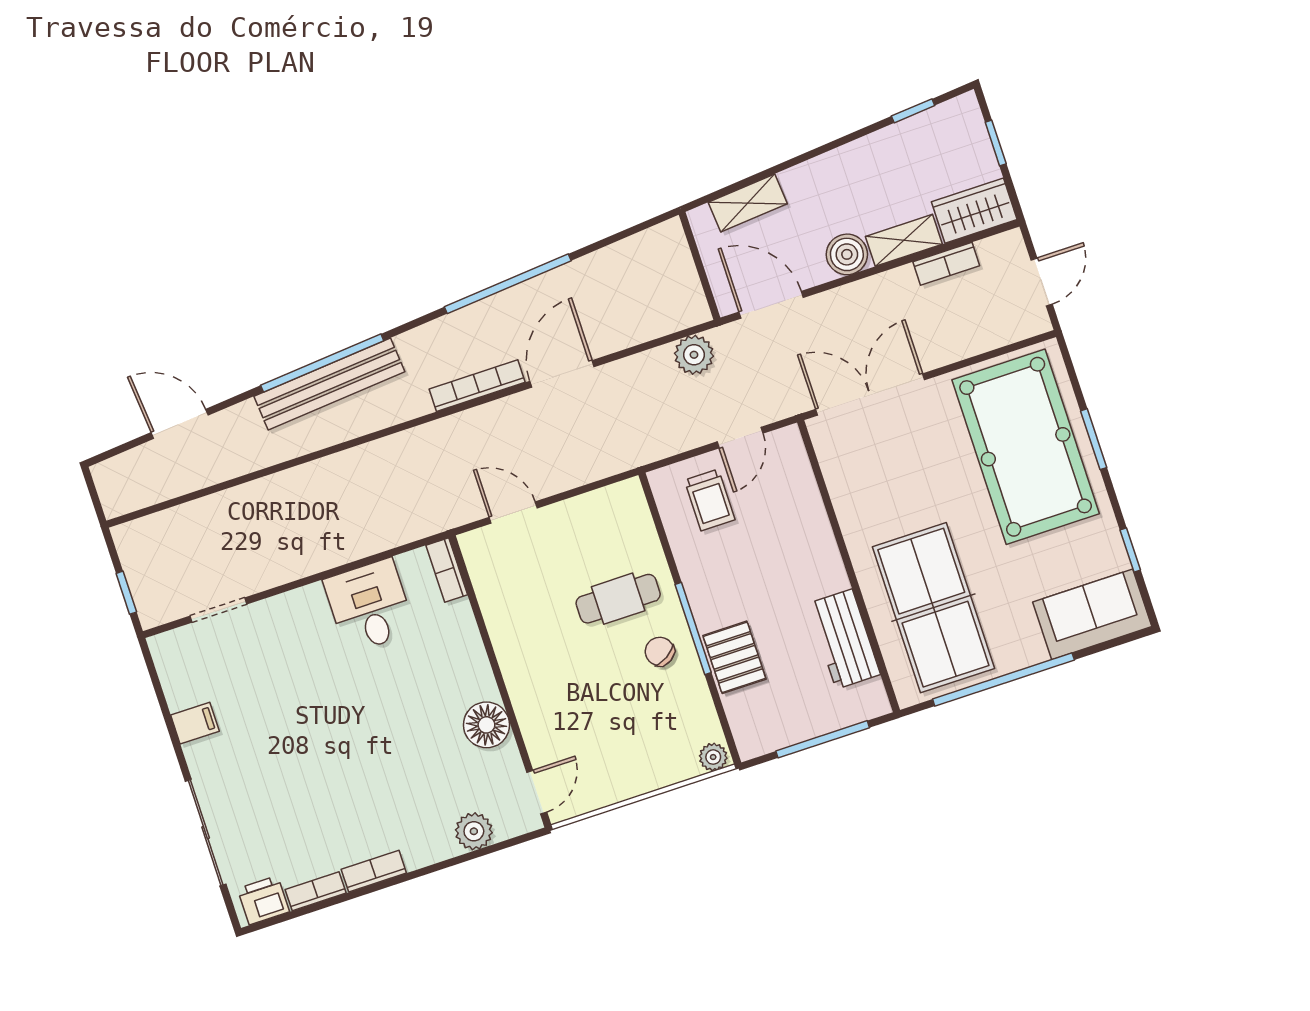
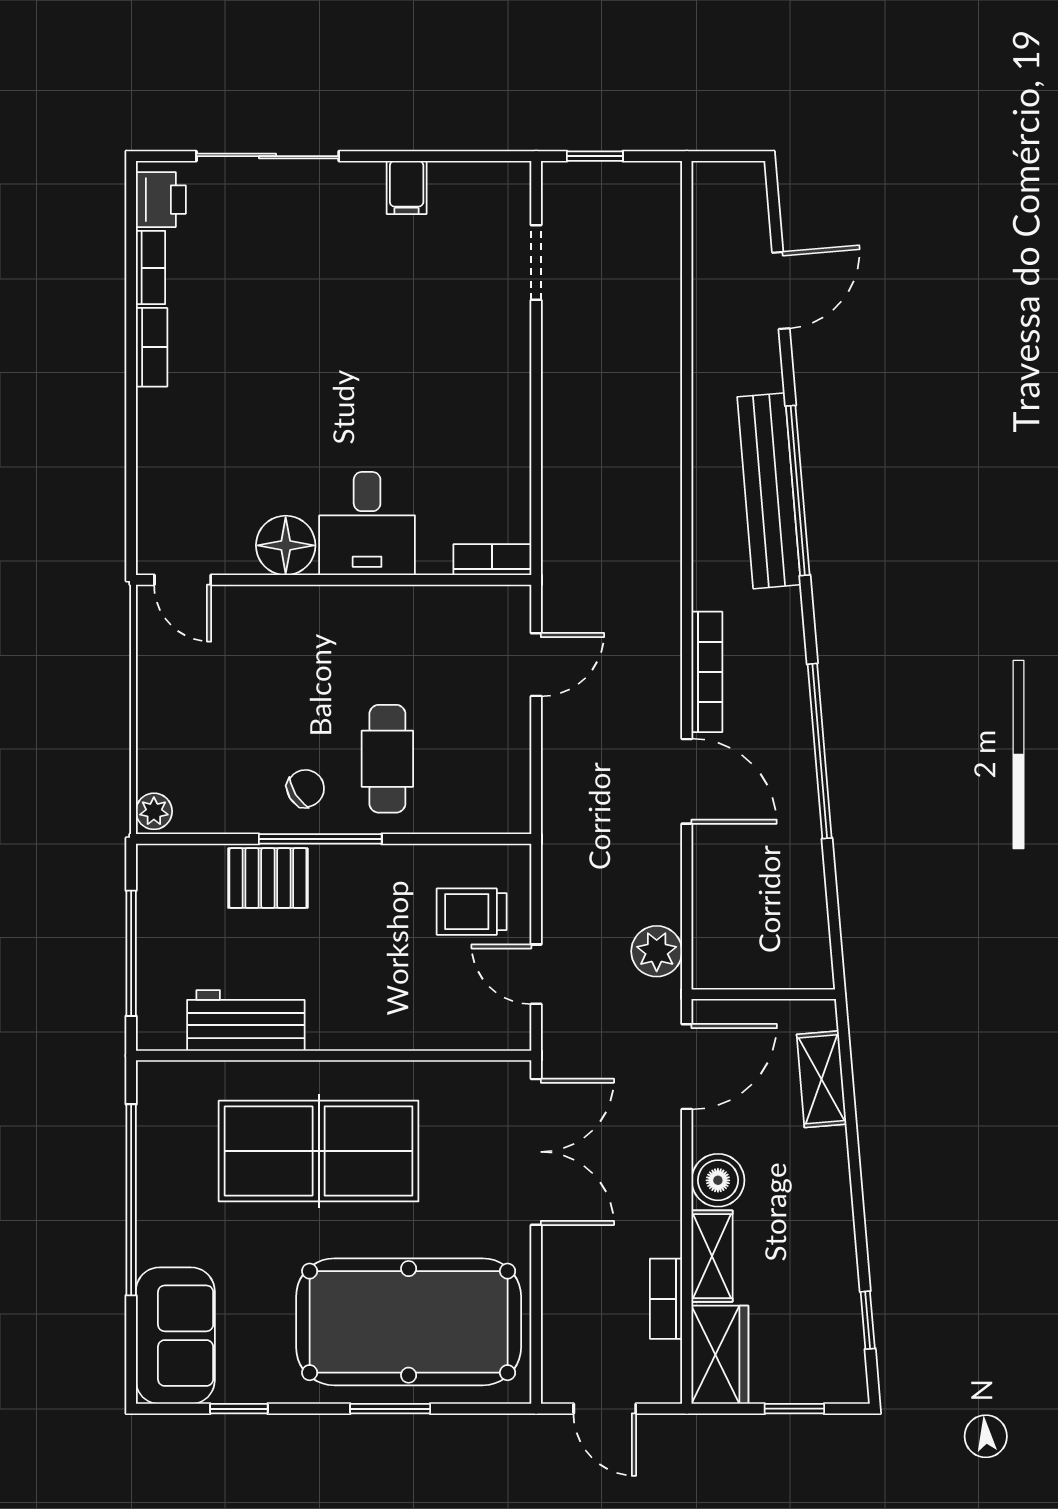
desk: (369, 606) -> (367, 524), moved, turned 90
table tennis table: (933, 608) -> (319, 1151), moved
plant: (474, 831) -> (160, 487), removed

